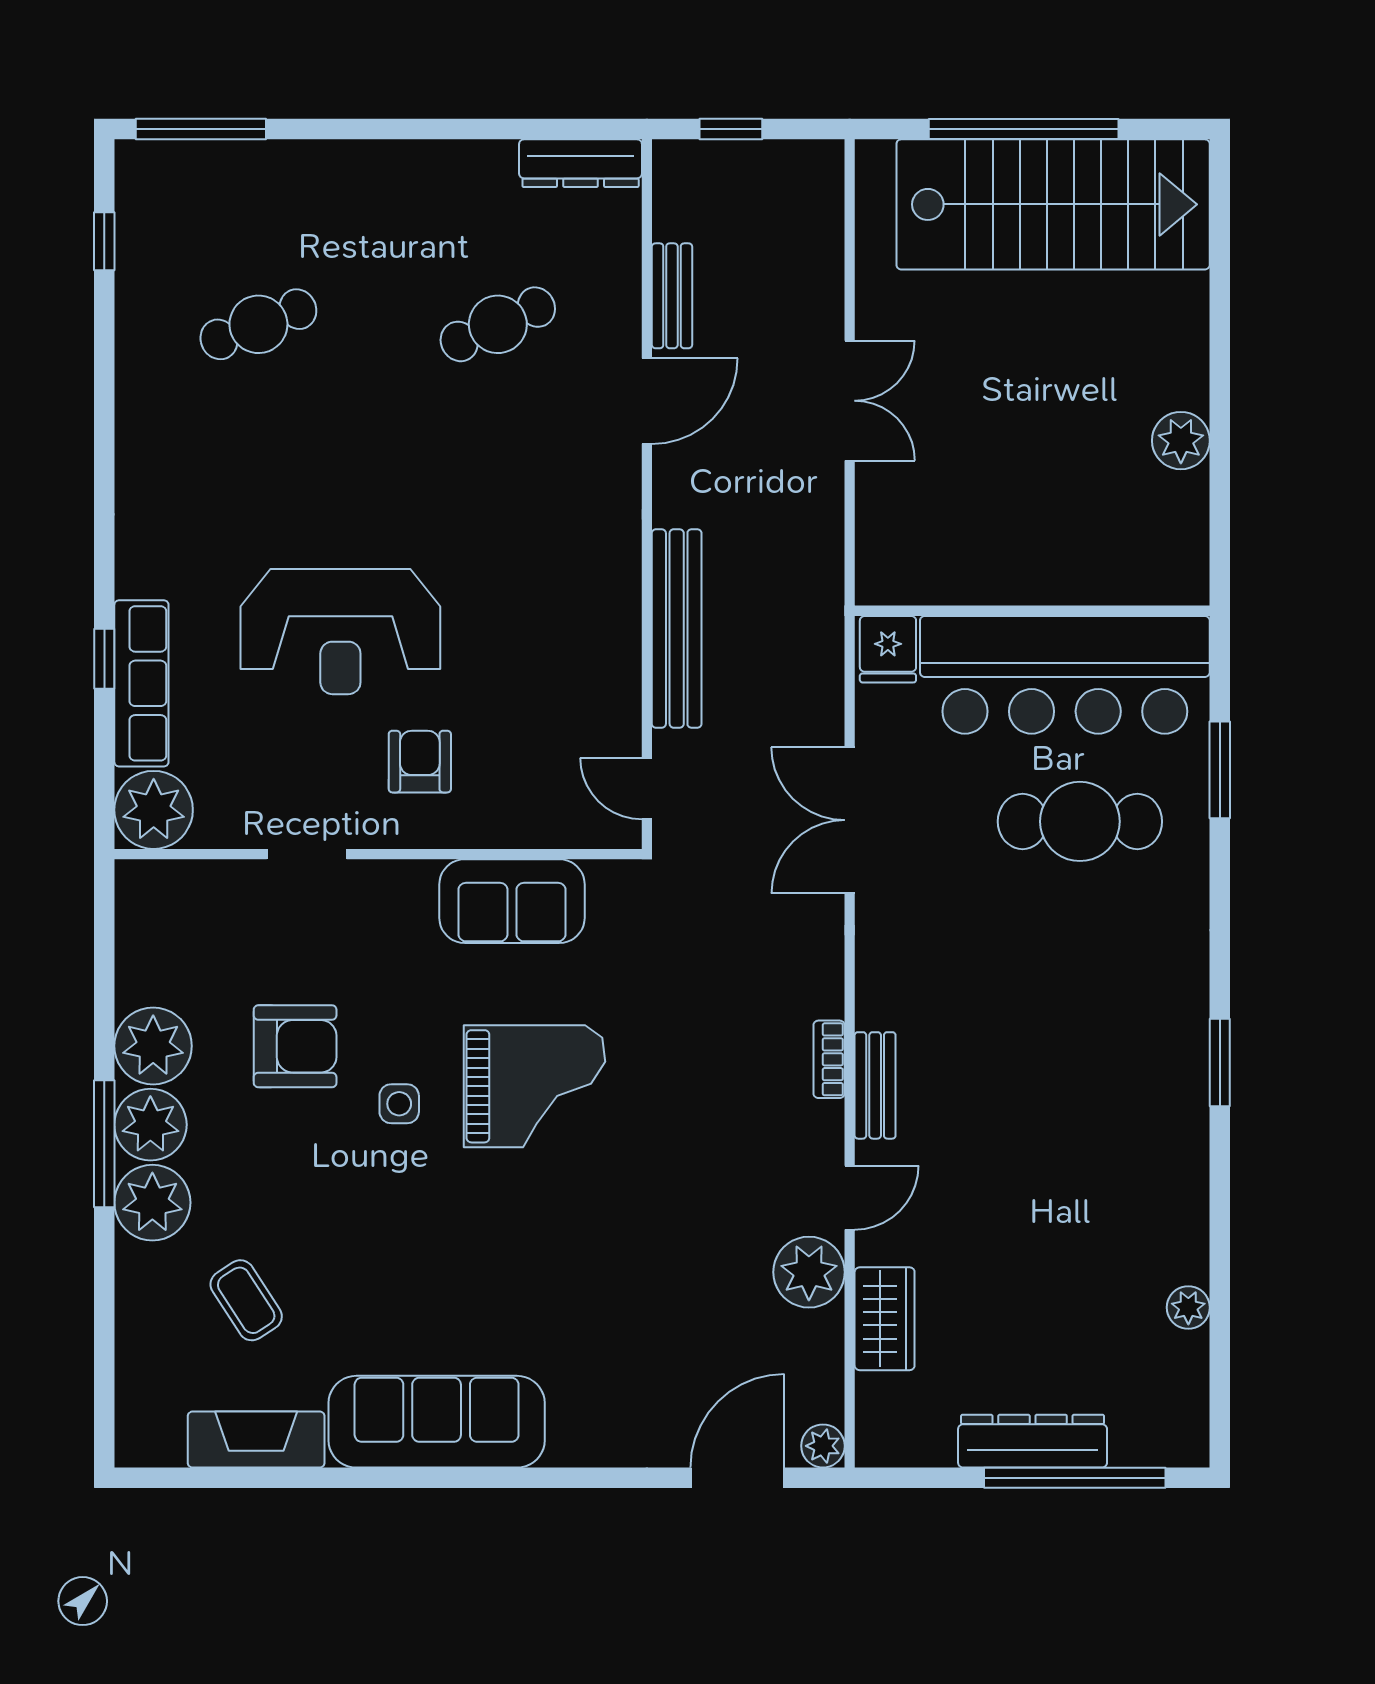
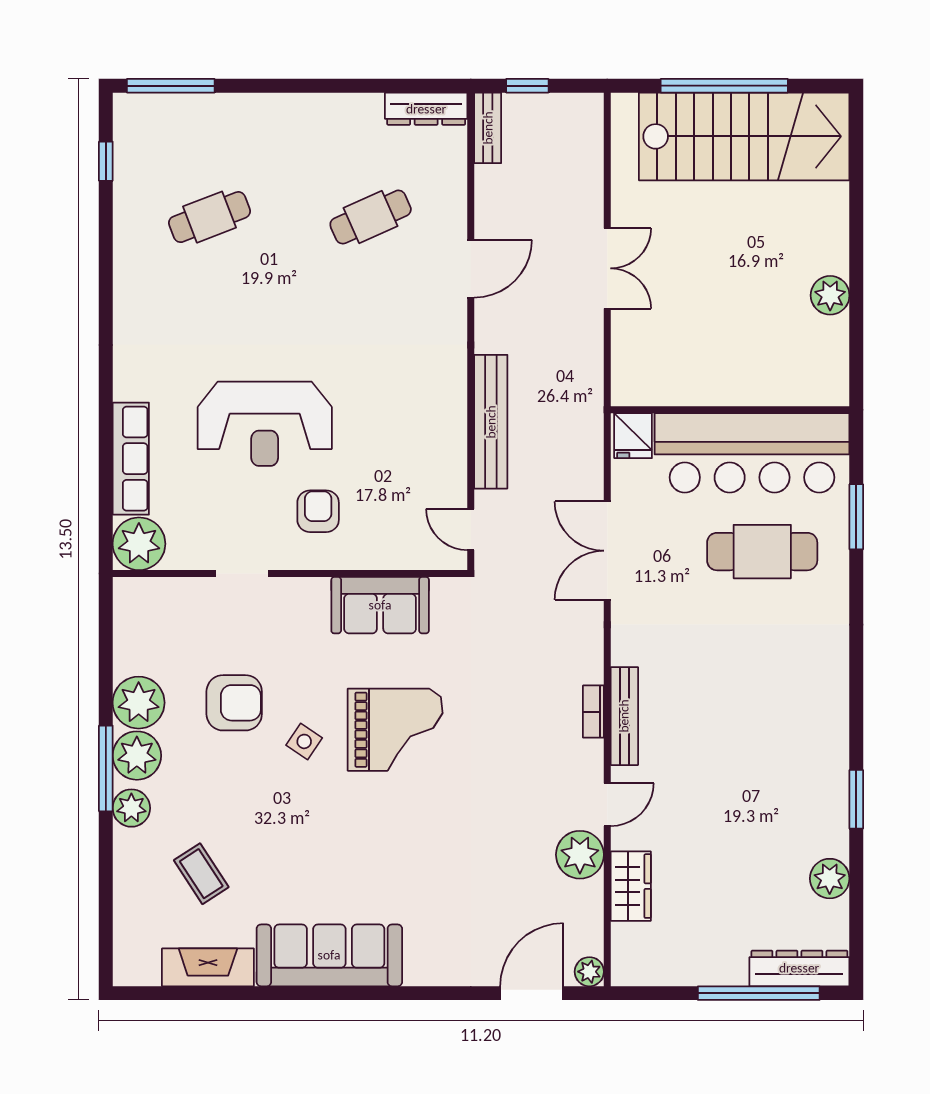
bench: (672, 296) -> (488, 128), moved
window: (104, 659) -> (106, 442), removed
window: (1220, 1063) -> (856, 799), moved
bench: (875, 1085) -> (624, 716), width x1.36
side table: (399, 1104) -> (304, 741), turned 34
plant: (152, 1203) -> (131, 808), width x0.73, depth x0.73
plant: (1188, 1307) -> (830, 879), width x1.38, depth x1.38
dresser: (1033, 1441) -> (799, 968), moved

